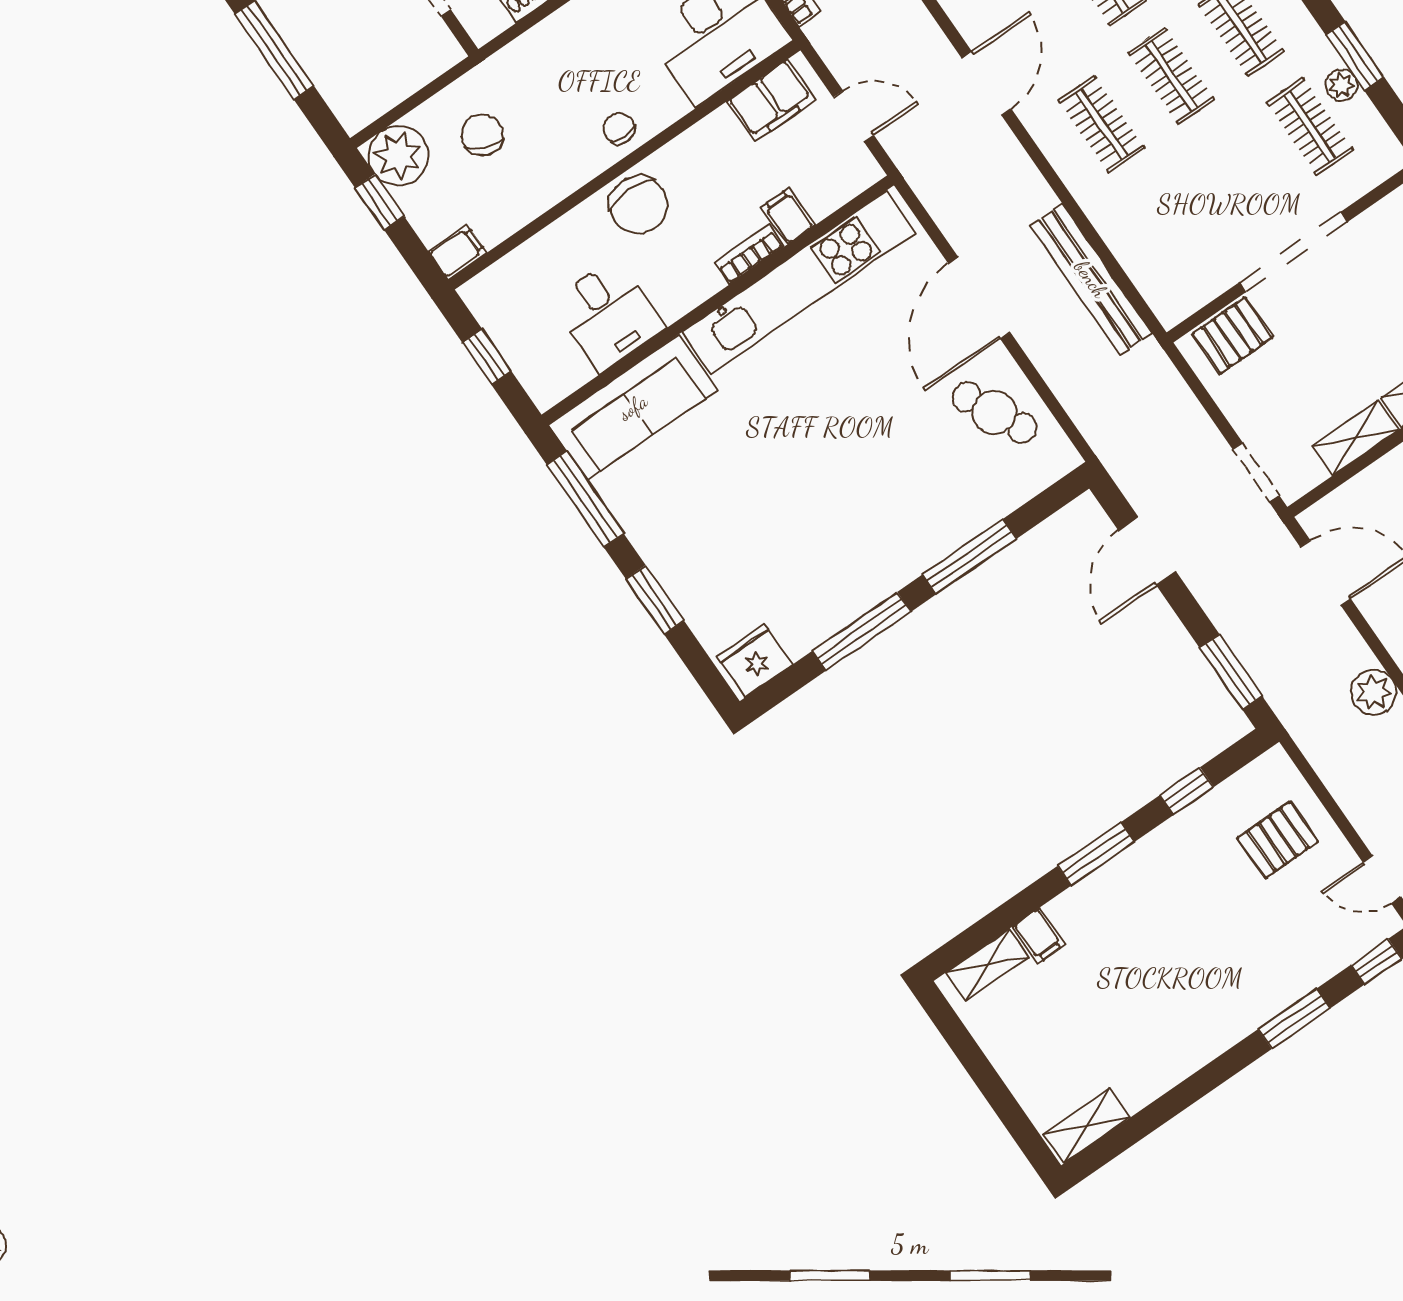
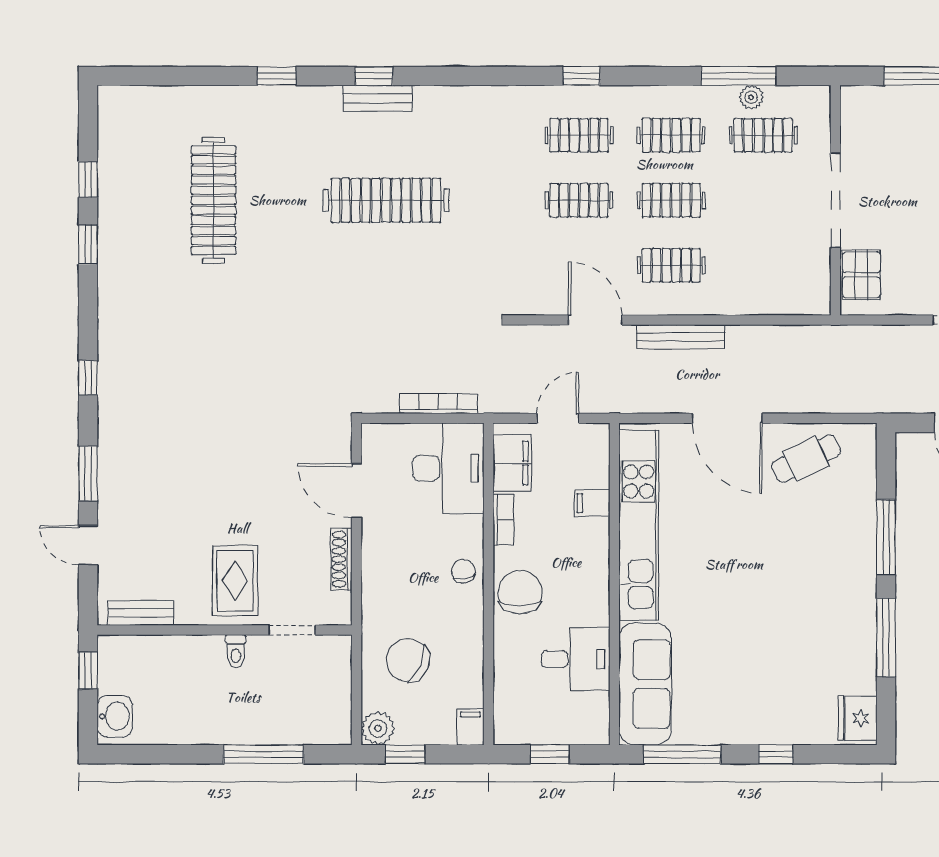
window: (1355, 56) -> (738, 76), width x1.44
chair: (619, 128) -> (463, 571), turned 79
chair: (482, 135) -> (408, 660), width x1.37, depth x1.37
plant: (398, 156) -> (378, 728), width x0.73, depth x0.73
chair: (639, 205) -> (520, 592), turned -90
bookcase: (749, 255) -> (503, 520), moved, turned 180
bench: (1091, 279) -> (681, 337), moved, width x0.73, depth x0.82
window: (655, 600) -> (776, 754), width x0.67

